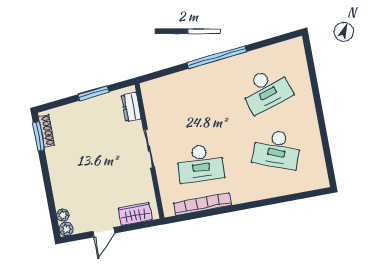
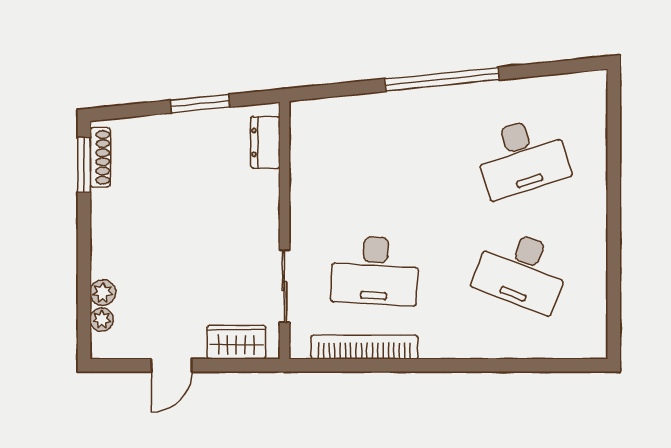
sliding door: (149, 149) -> (285, 286), moved
plant: (66, 229) -> (103, 293), moved

